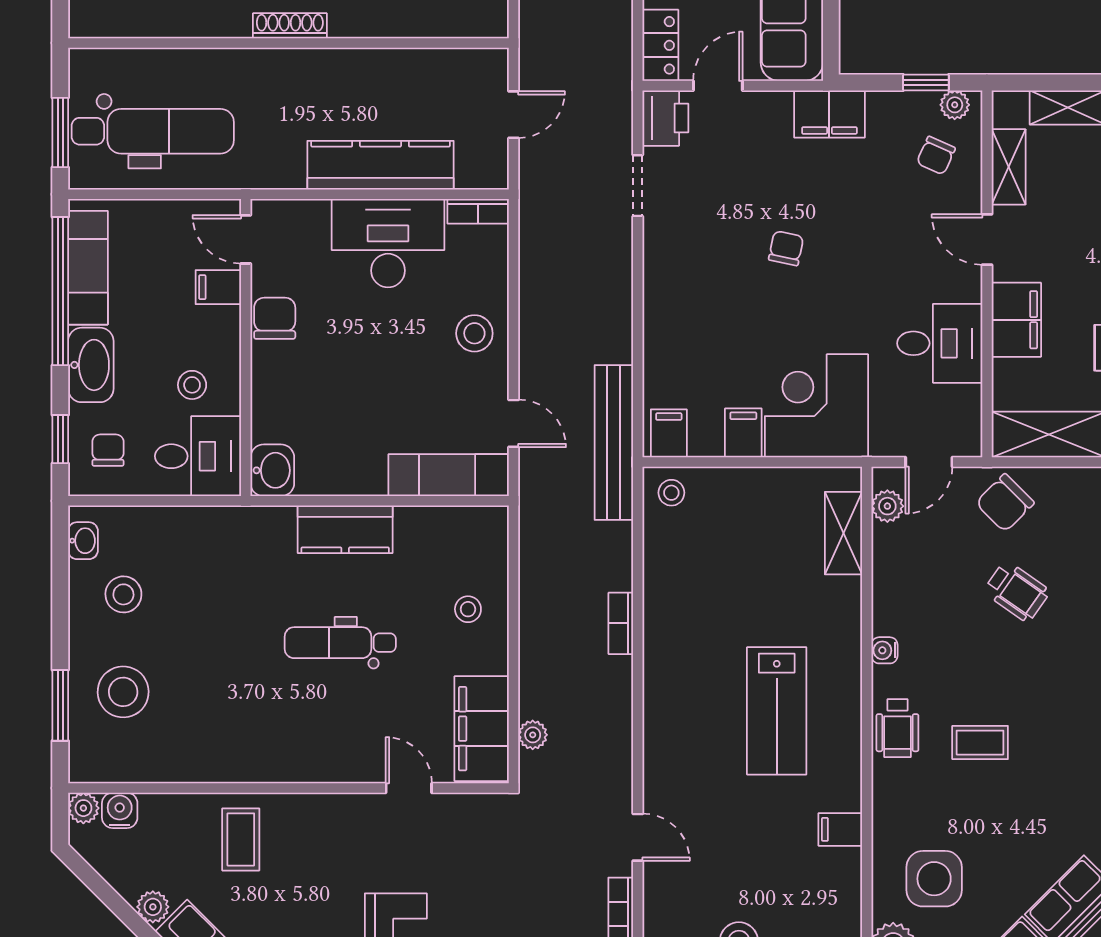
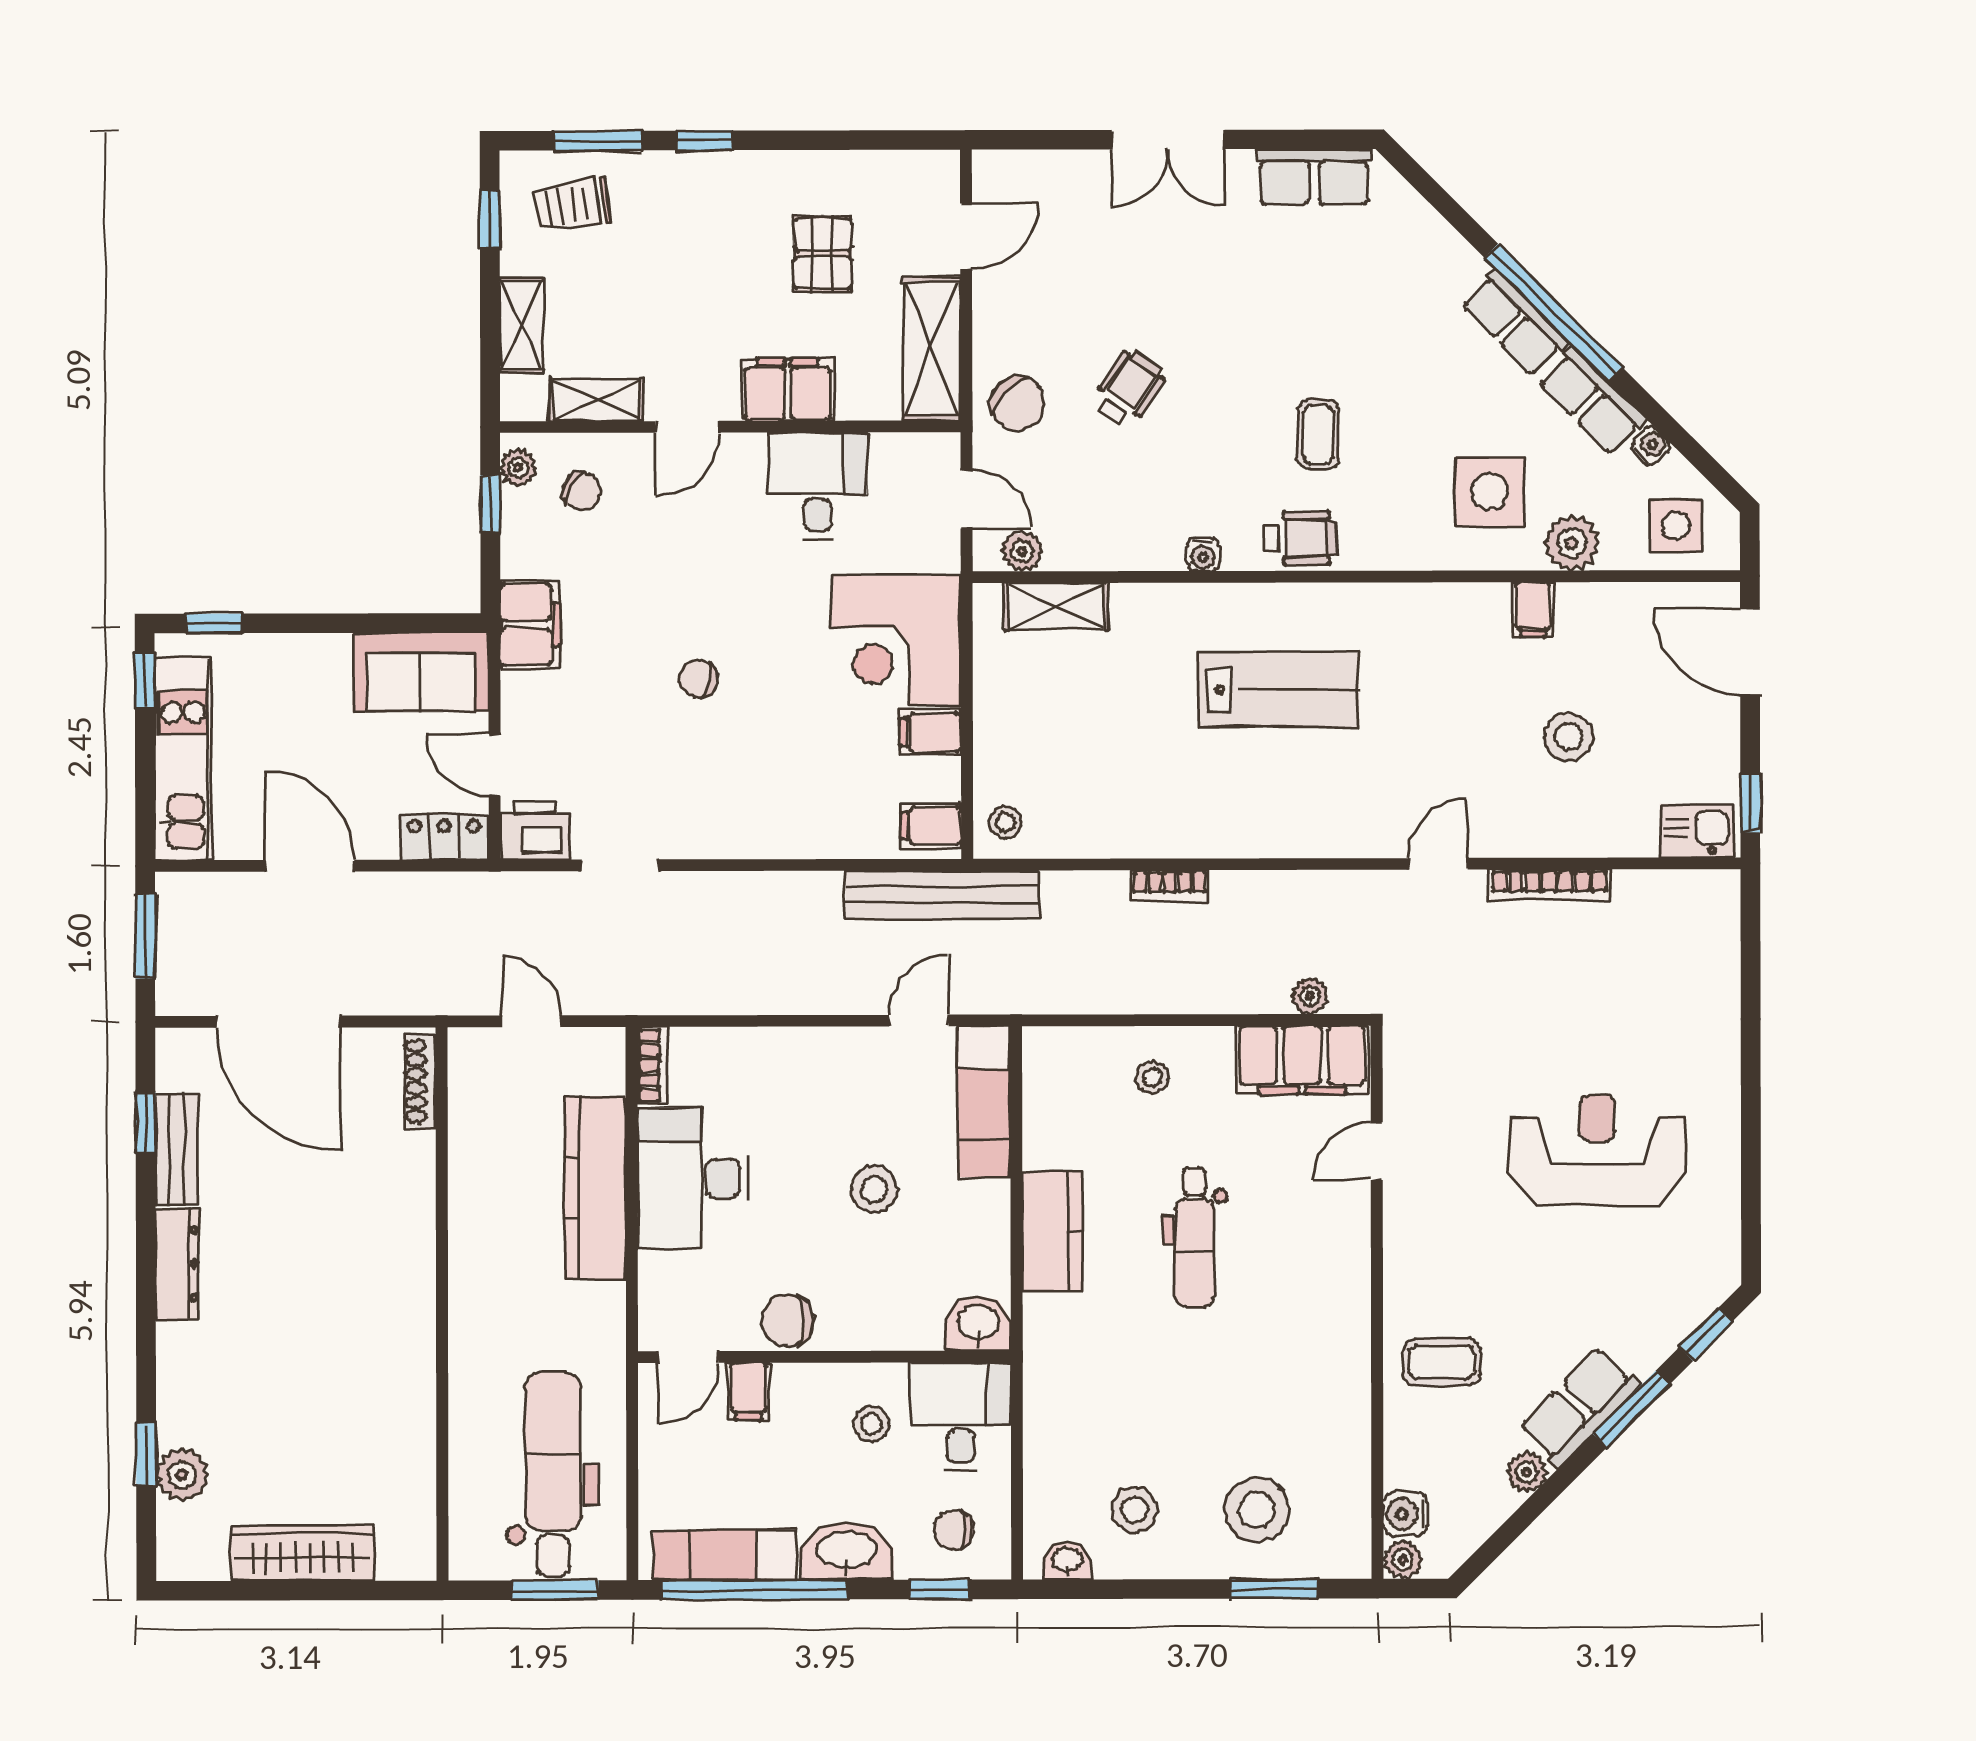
shoe rack: (290, 26) -> (420, 1081), moved
stool: (474, 333) -> (874, 1189), moved
filing cabinet: (840, 829) -> (1533, 610), moved

